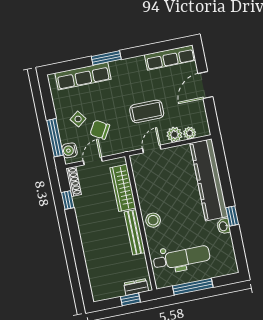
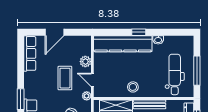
door: (205, 85) -> (55, 32), hinge flipped
plant: (190, 133) -> (87, 96), moved
window: (232, 216) -> (139, 32), moved
stool: (153, 220) -> (133, 87), moved

